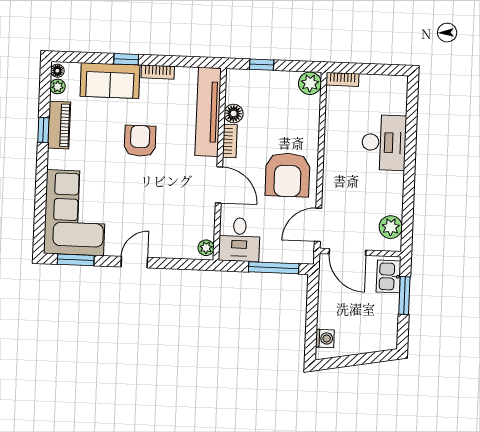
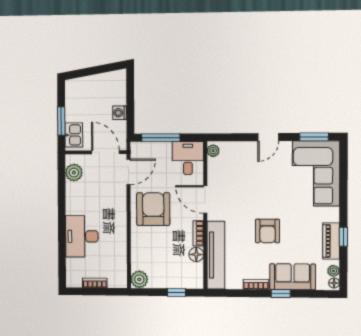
bookcase: (342, 79) -> (95, 283), moved
washing machine: (325, 338) -> (120, 113), moved

